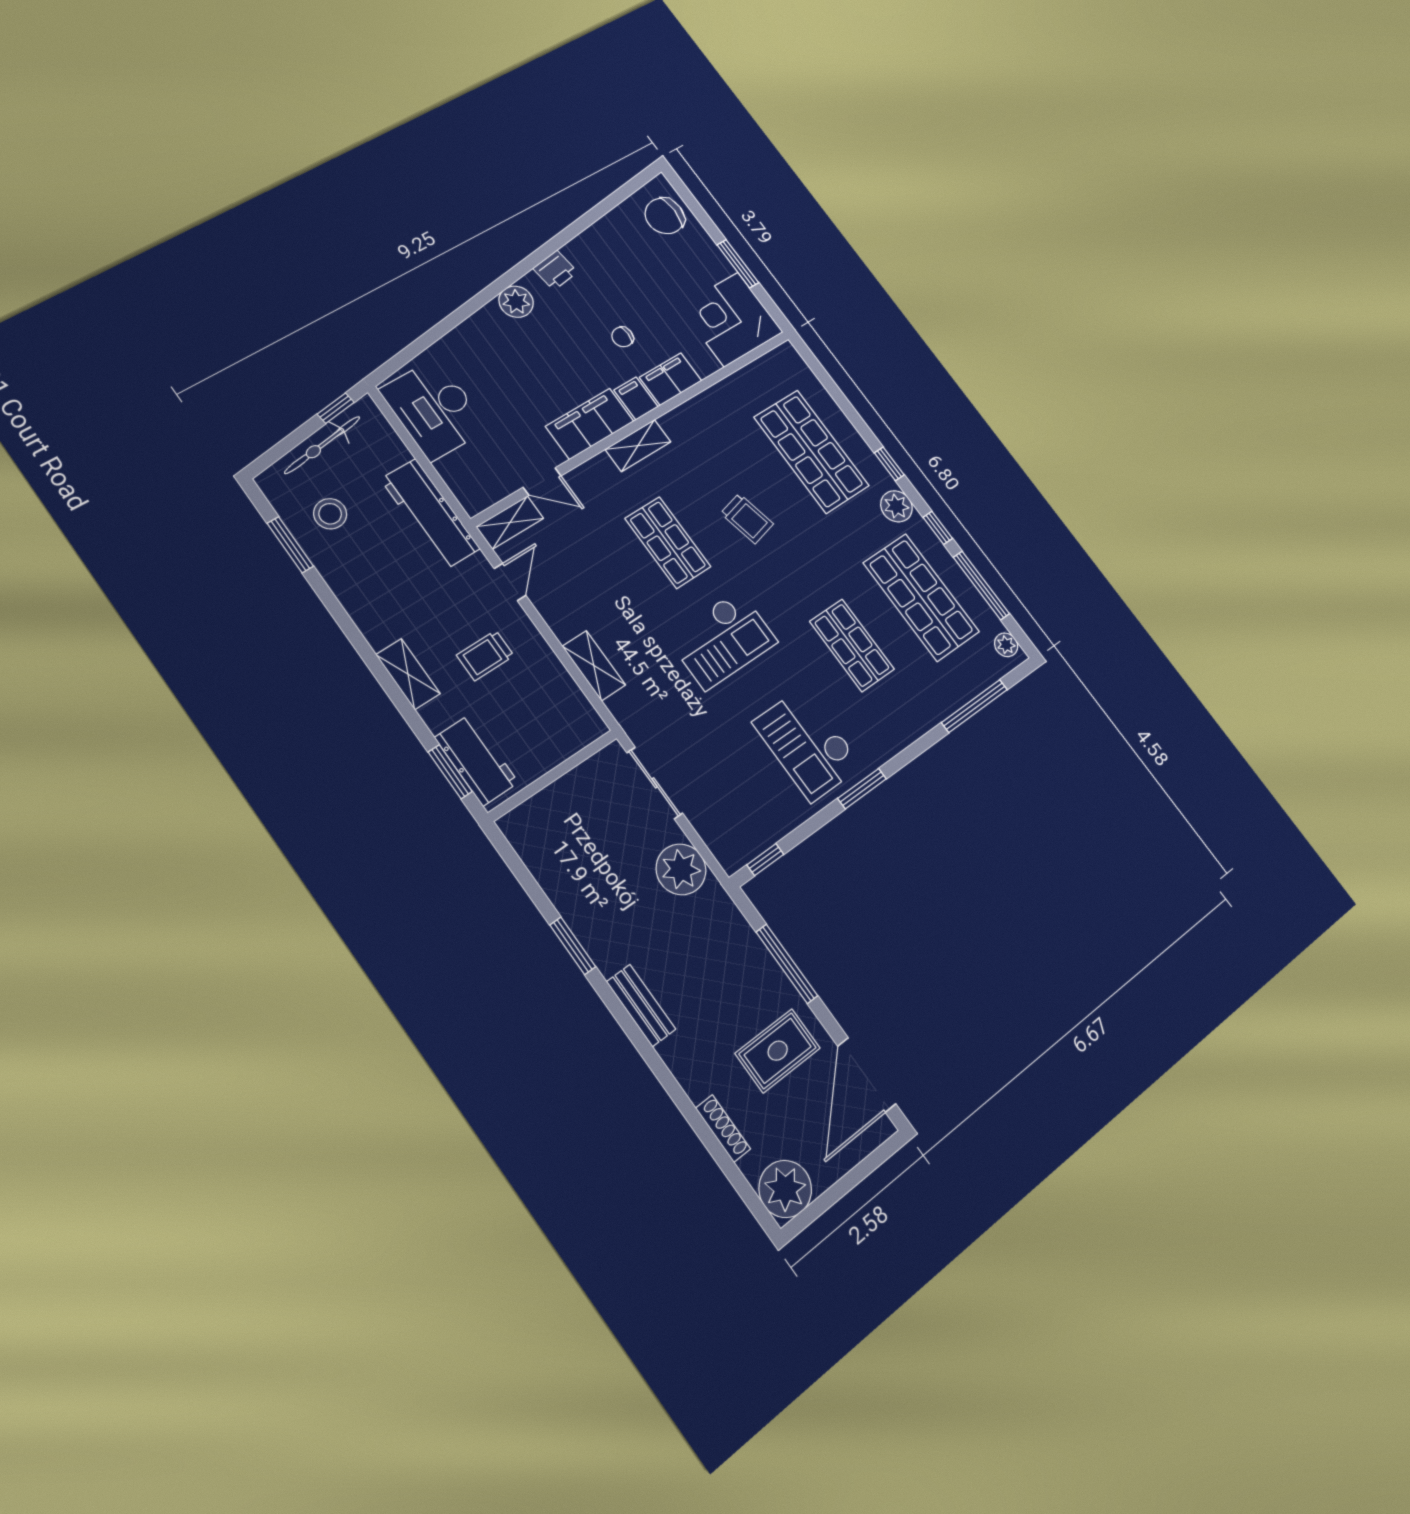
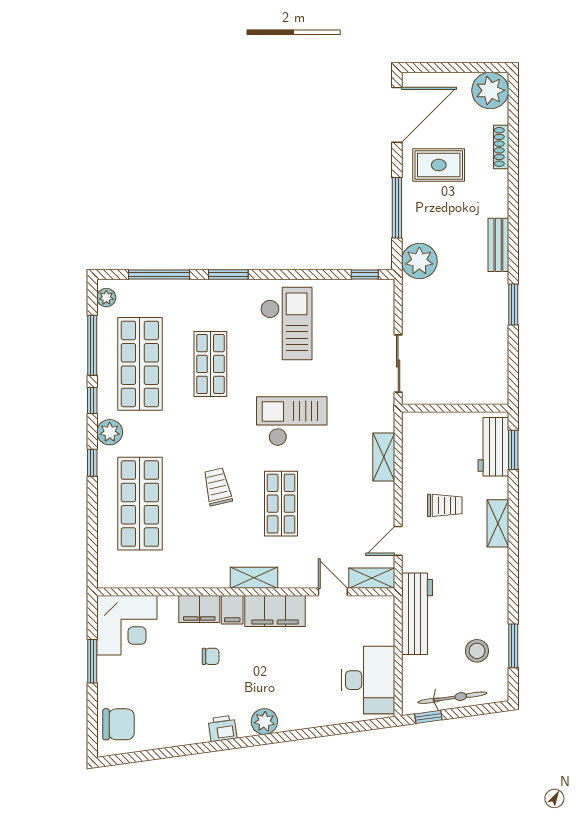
window: (862, 789) -> (228, 274), moved
plant: (681, 869) -> (419, 261), moved

